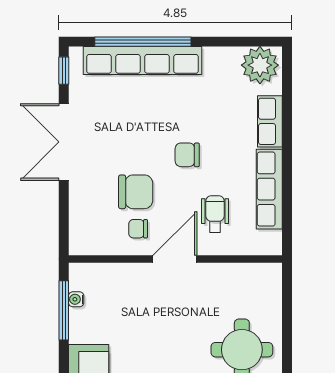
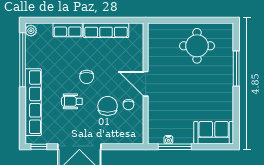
window: (143, 42) -> (23, 60), moved
plant: (260, 65) -> (31, 31), width x0.53, depth x0.53
wheelchair: (215, 214) -> (72, 101), moved

